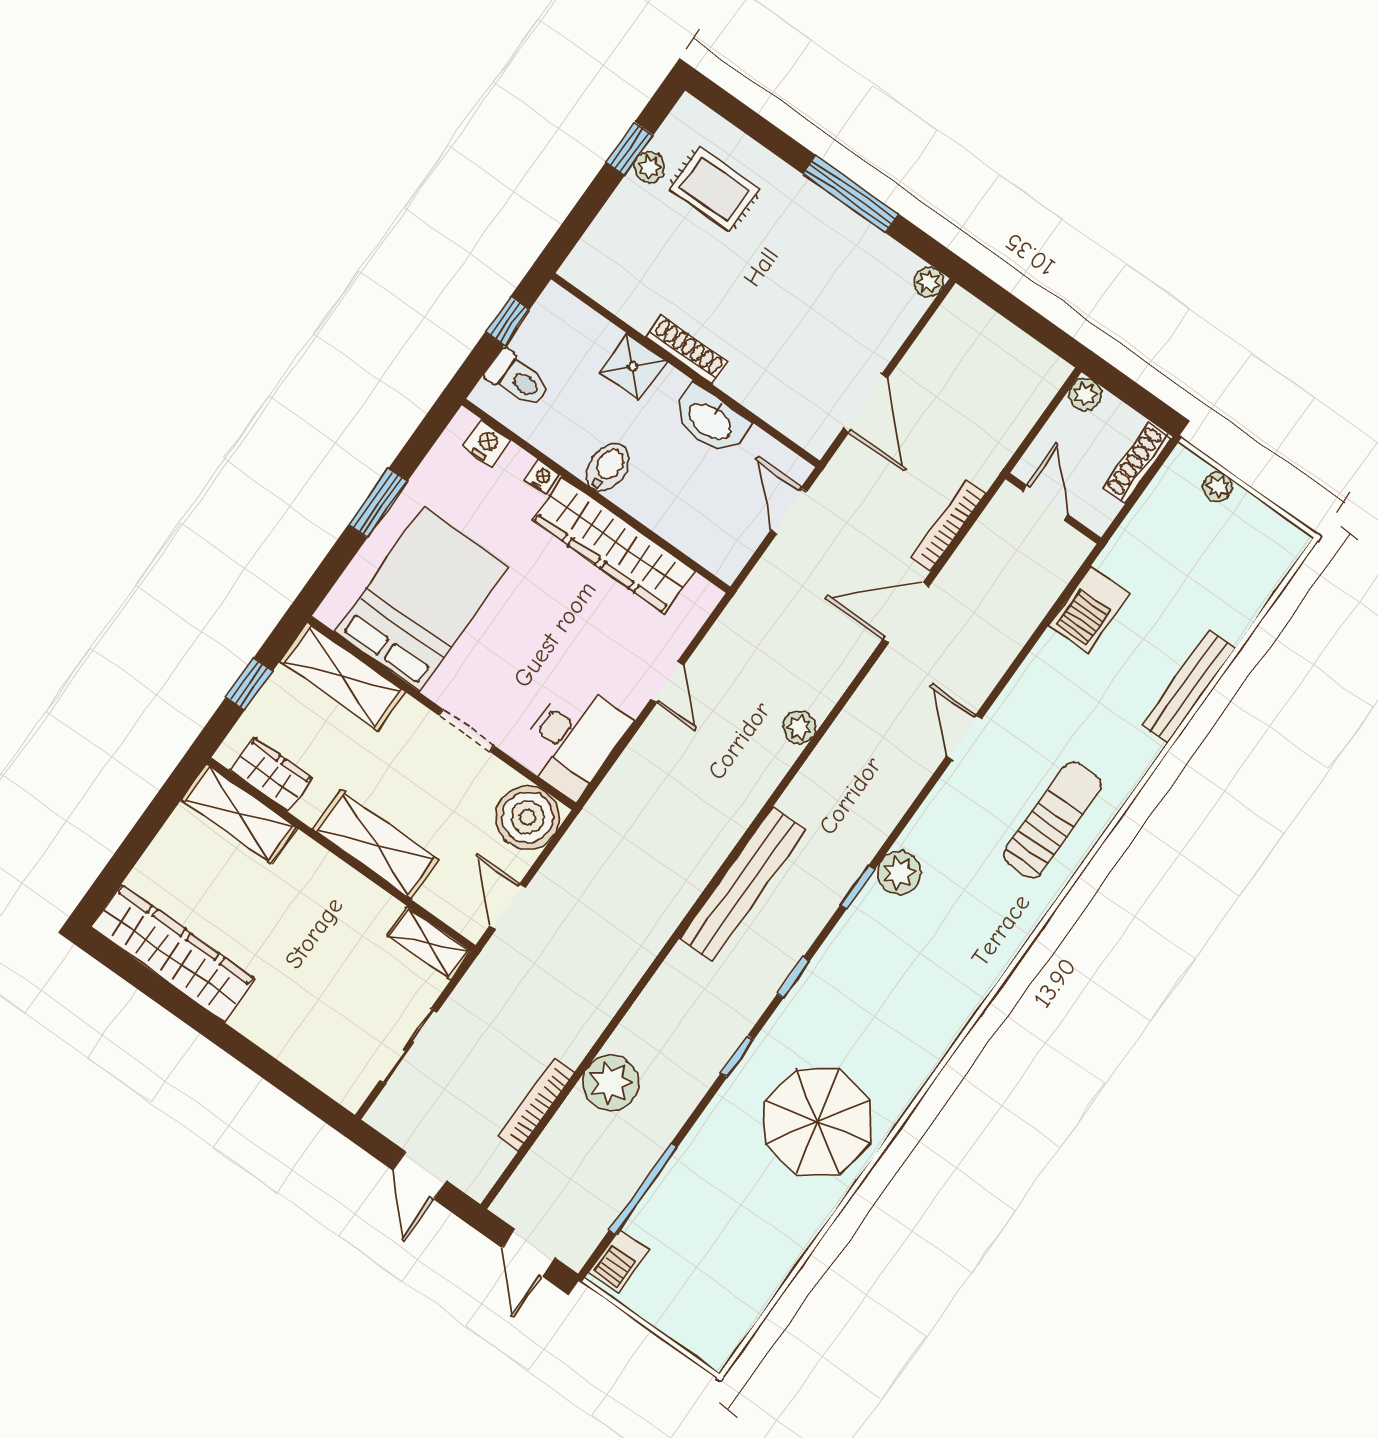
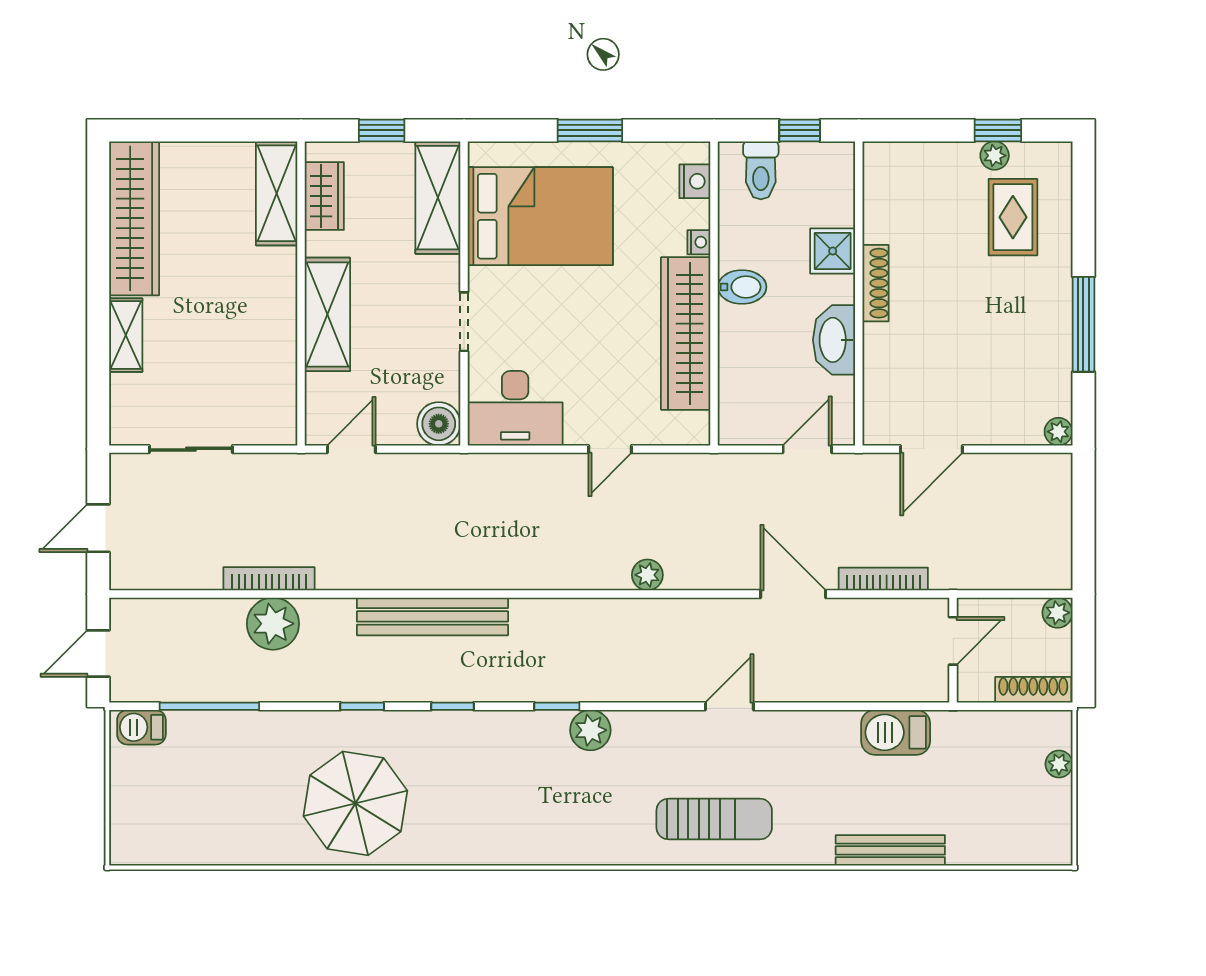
boiler: (528, 817) -> (439, 424), width x0.73, depth x0.73
bench: (742, 884) -> (432, 616), moved
shelving: (429, 943) -> (126, 335), moved
bookcase: (536, 1104) -> (269, 579), moved

